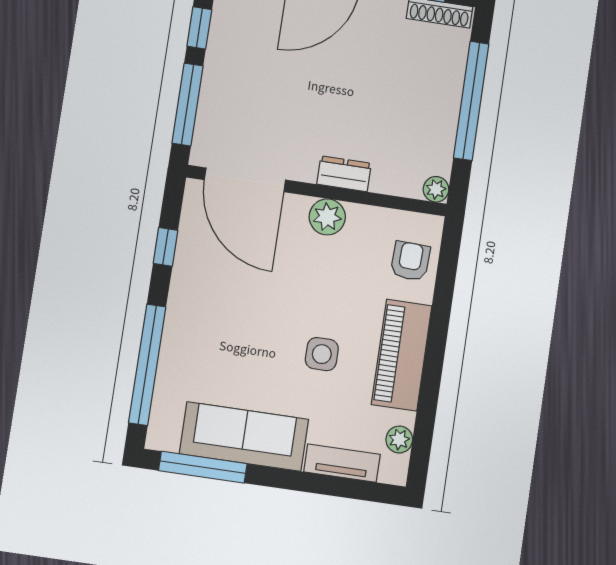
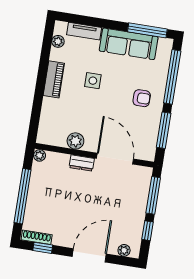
door: (245, 180) -> (115, 159), moved
plant: (327, 217) -> (75, 141), moved
window: (165, 247) -> (164, 130), width x2.17
armchair: (410, 261) -> (142, 98), moved, turned -92
piano: (402, 355) -> (54, 79), width x0.73, depth x0.75

